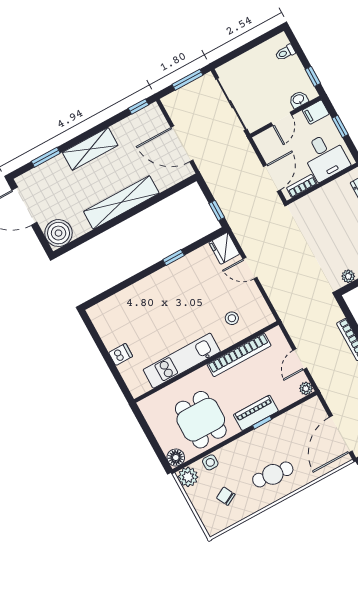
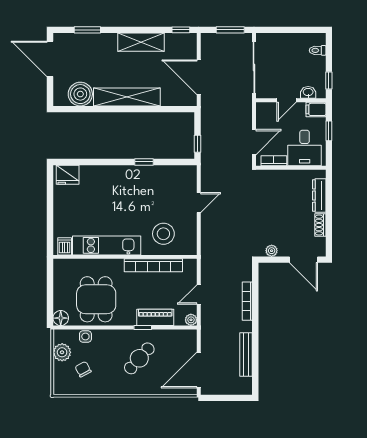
shelving: (90, 149) -> (141, 42), moved
boiler: (59, 233) -> (80, 94), moved
fridge: (224, 248) -> (68, 175), moved, turned -90
door: (250, 268) -> (199, 203), swing flipped
stool: (232, 318) -> (163, 234), width x1.89, depth x1.89
dishwasher: (121, 354) -> (65, 246), moved, turned -90
piano: (256, 413) -> (155, 317), moved
cafe table: (273, 474) -> (139, 358), moved, turned -54
plant: (188, 477) -> (62, 352), moved

